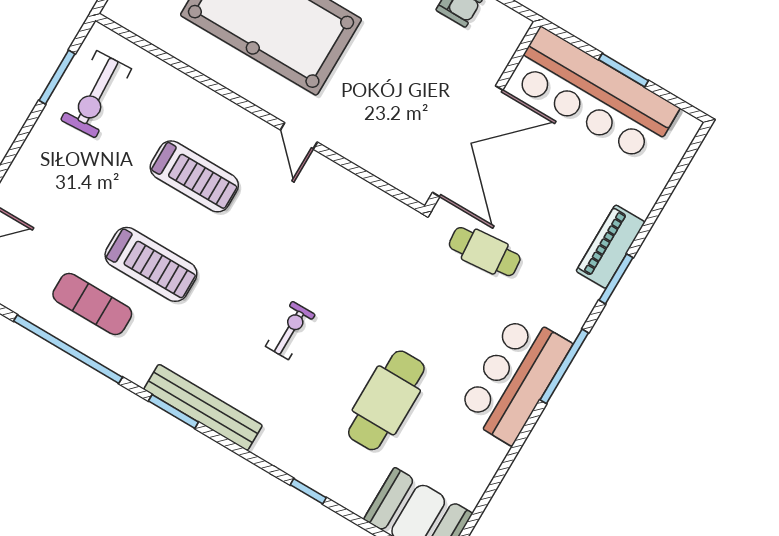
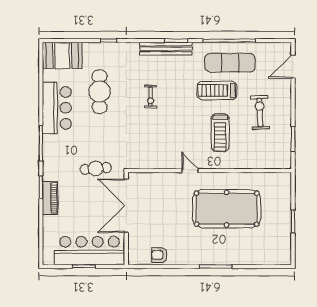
exercise bike: (96, 94) -> (260, 113), moved
treadmill: (194, 176) -> (220, 133), turned -90
exercise mat: (92, 304) -> (230, 63), width x1.36, depth x1.45
bar counter: (514, 378) -> (57, 108), moved

